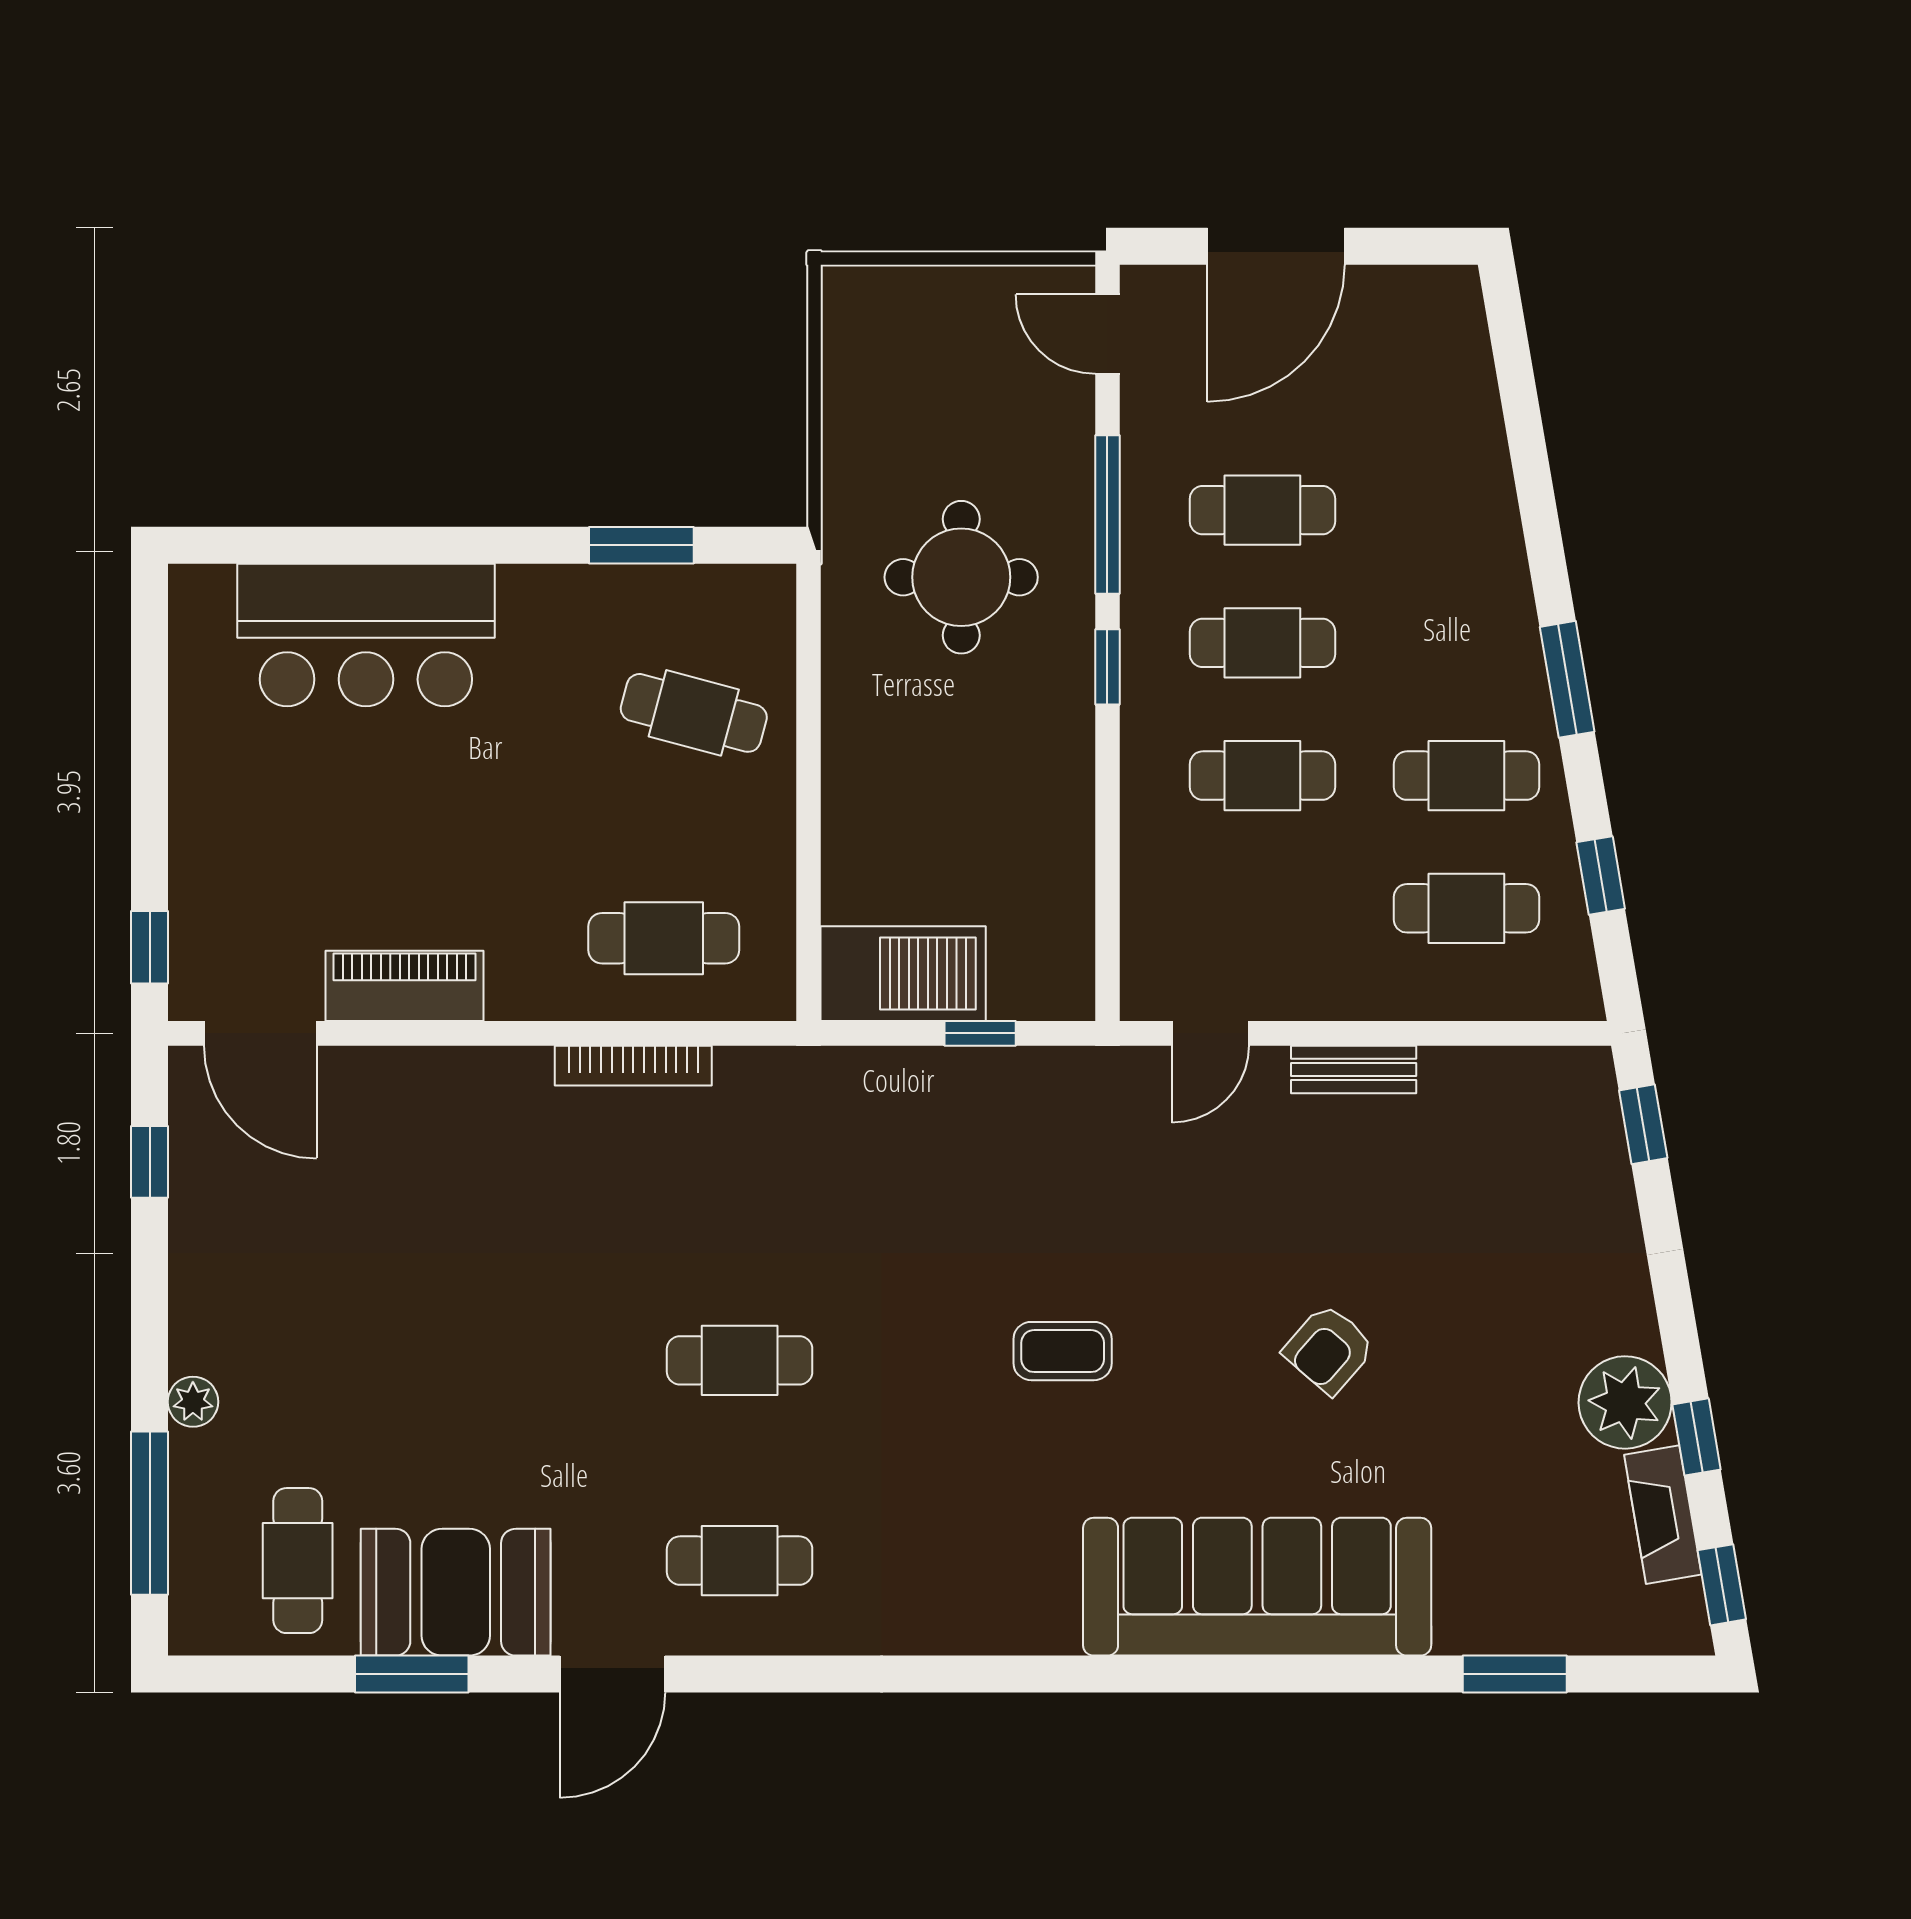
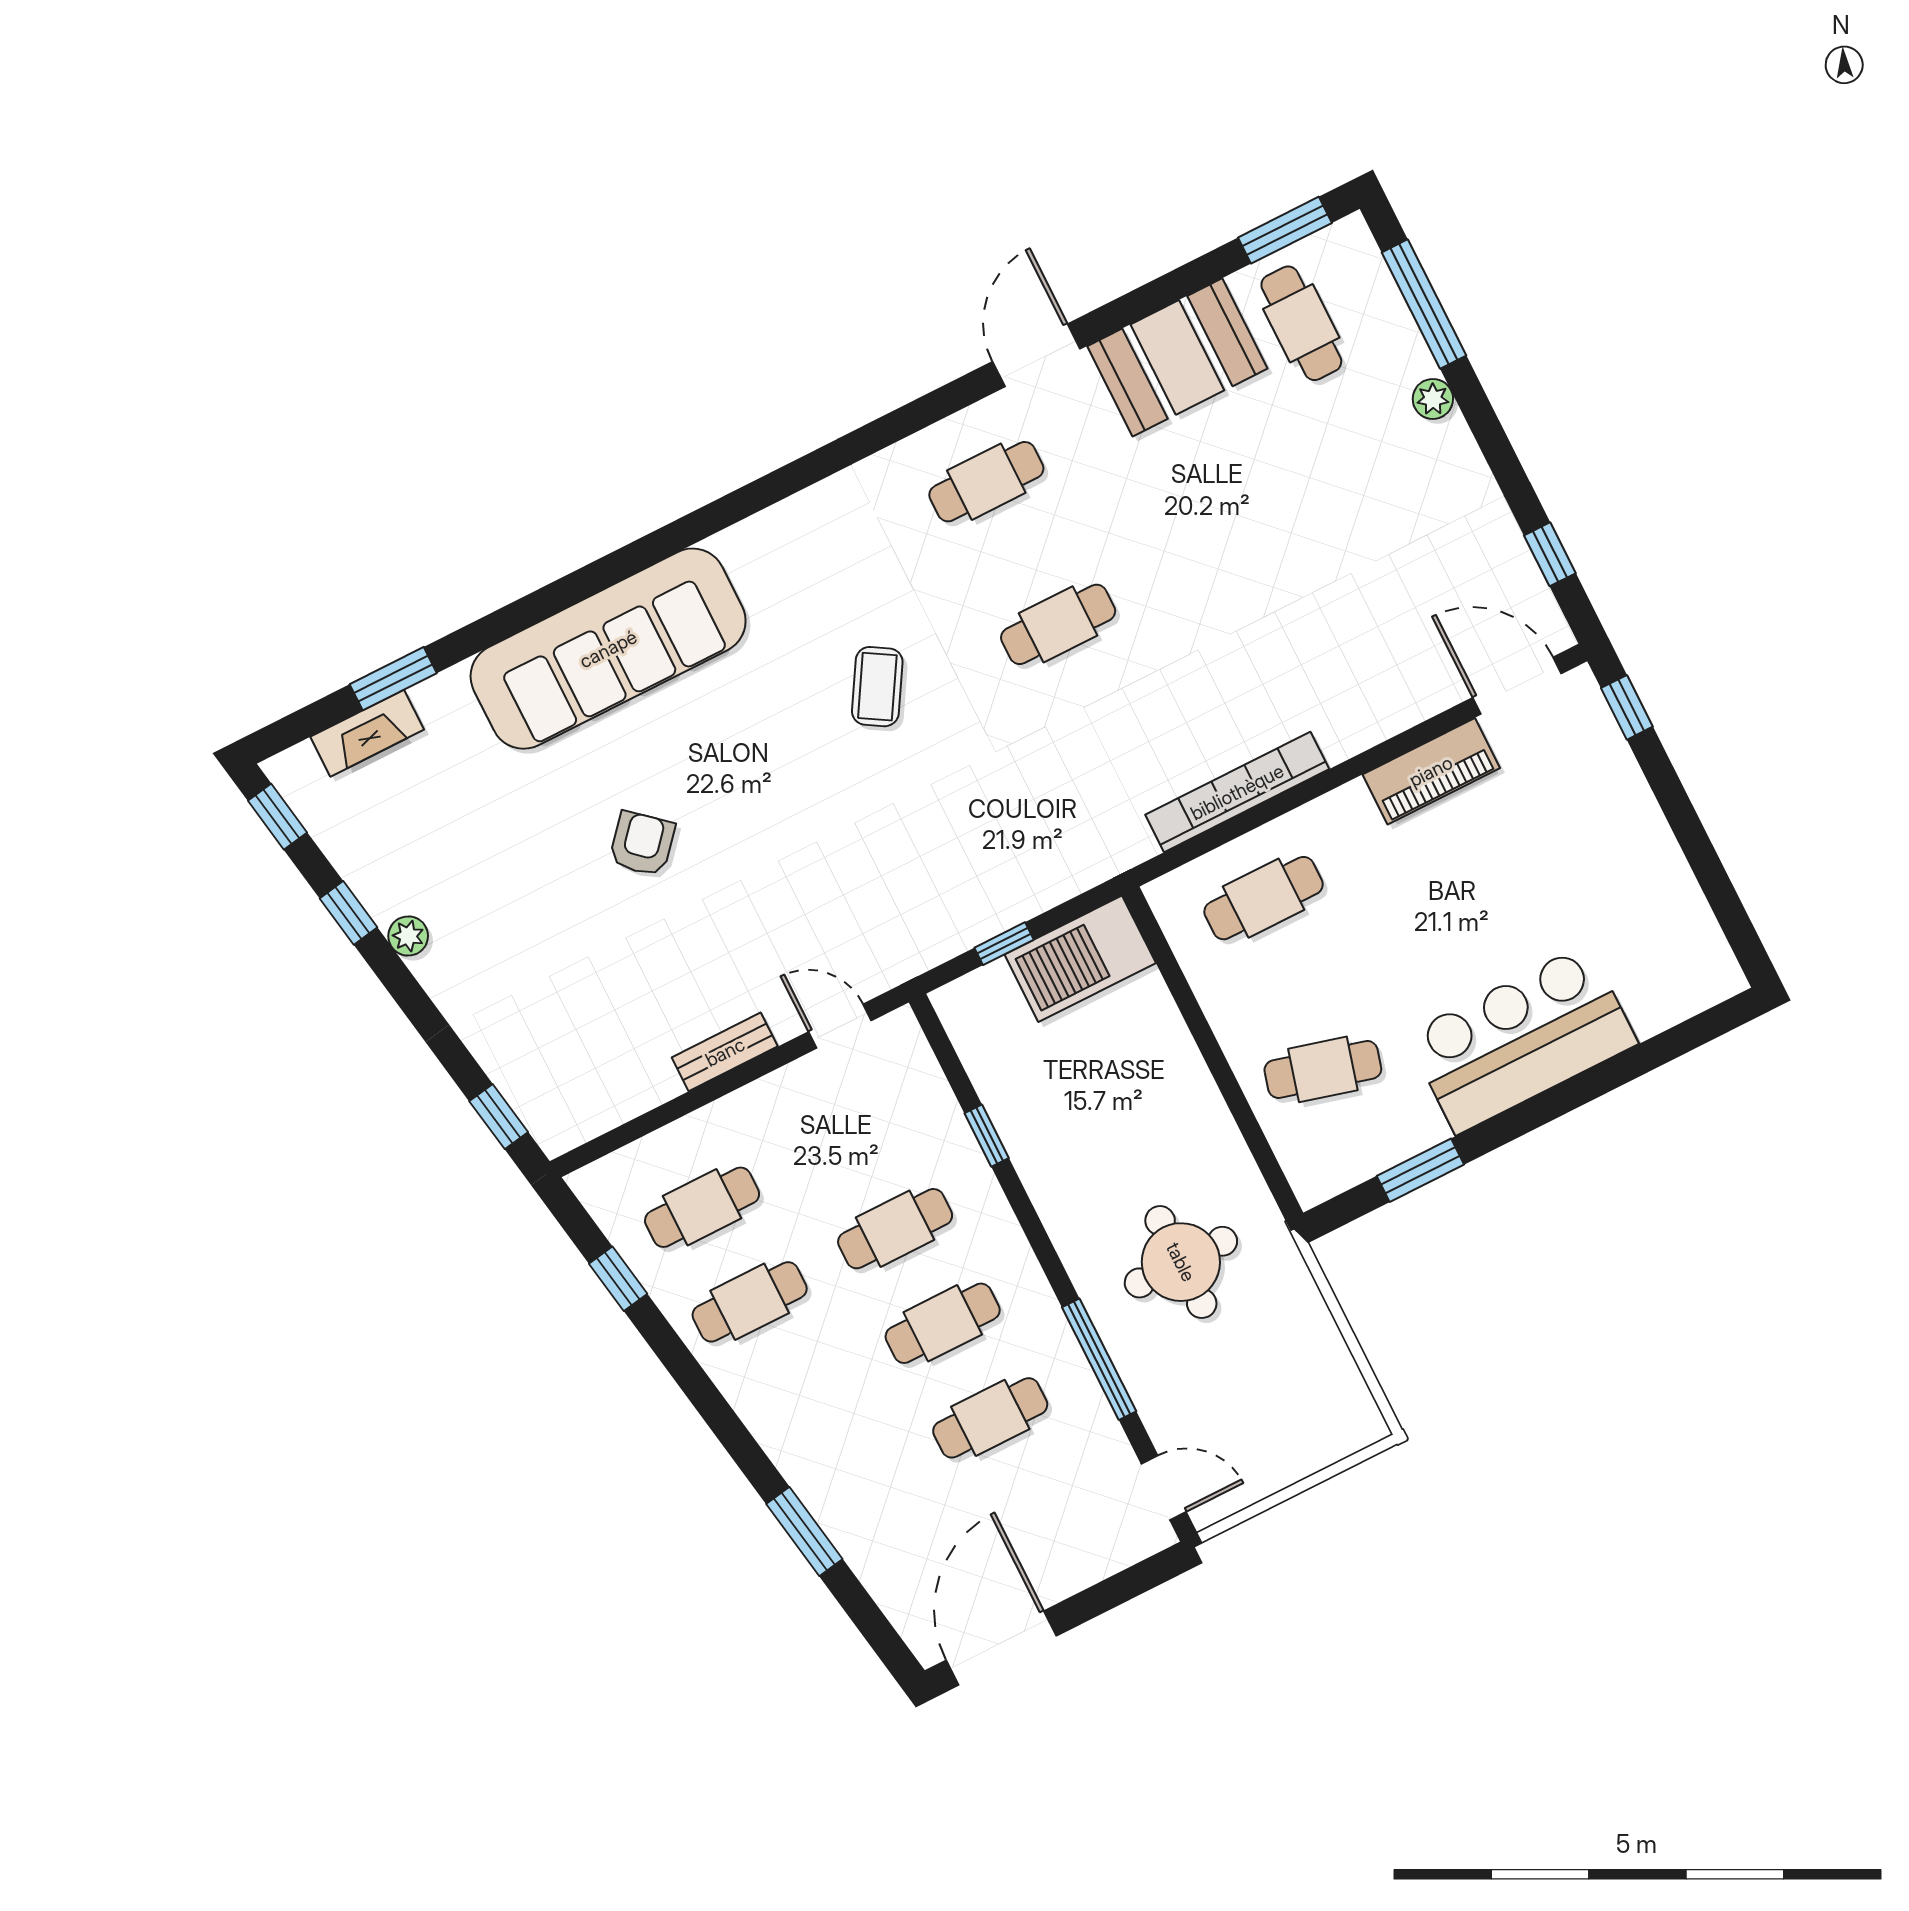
door: (1276, 246) -> (1001, 1648), moved
bar counter: (366, 635) -> (1522, 1039), moved
window: (1107, 667) -> (987, 1136), moved
window: (1567, 679) -> (804, 1531), moved
door: (1210, 1033) -> (840, 1026), hinge flipped
bookcase: (633, 1066) -> (1237, 792), width x1.48, depth x1.31
coffee table: (1063, 1351) -> (877, 687), moved, turned -59
plant: (1625, 1402) -> (408, 936), width x0.53, depth x0.53
fireplace: (1663, 1515) -> (367, 733), moved, turned 100
window: (412, 1674) -> (1285, 230), moved

